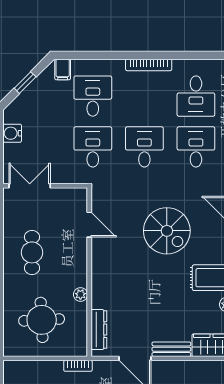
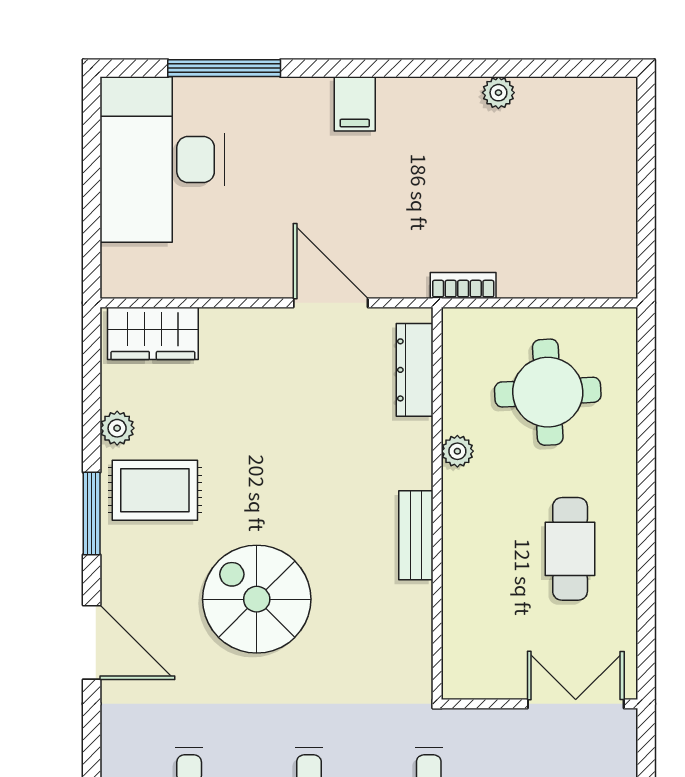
double door: (30, 186) -> (576, 704), swing flipped
door: (89, 225) -> (437, 614), removed
bench: (171, 349) -> (416, 535), moved, turned 90

